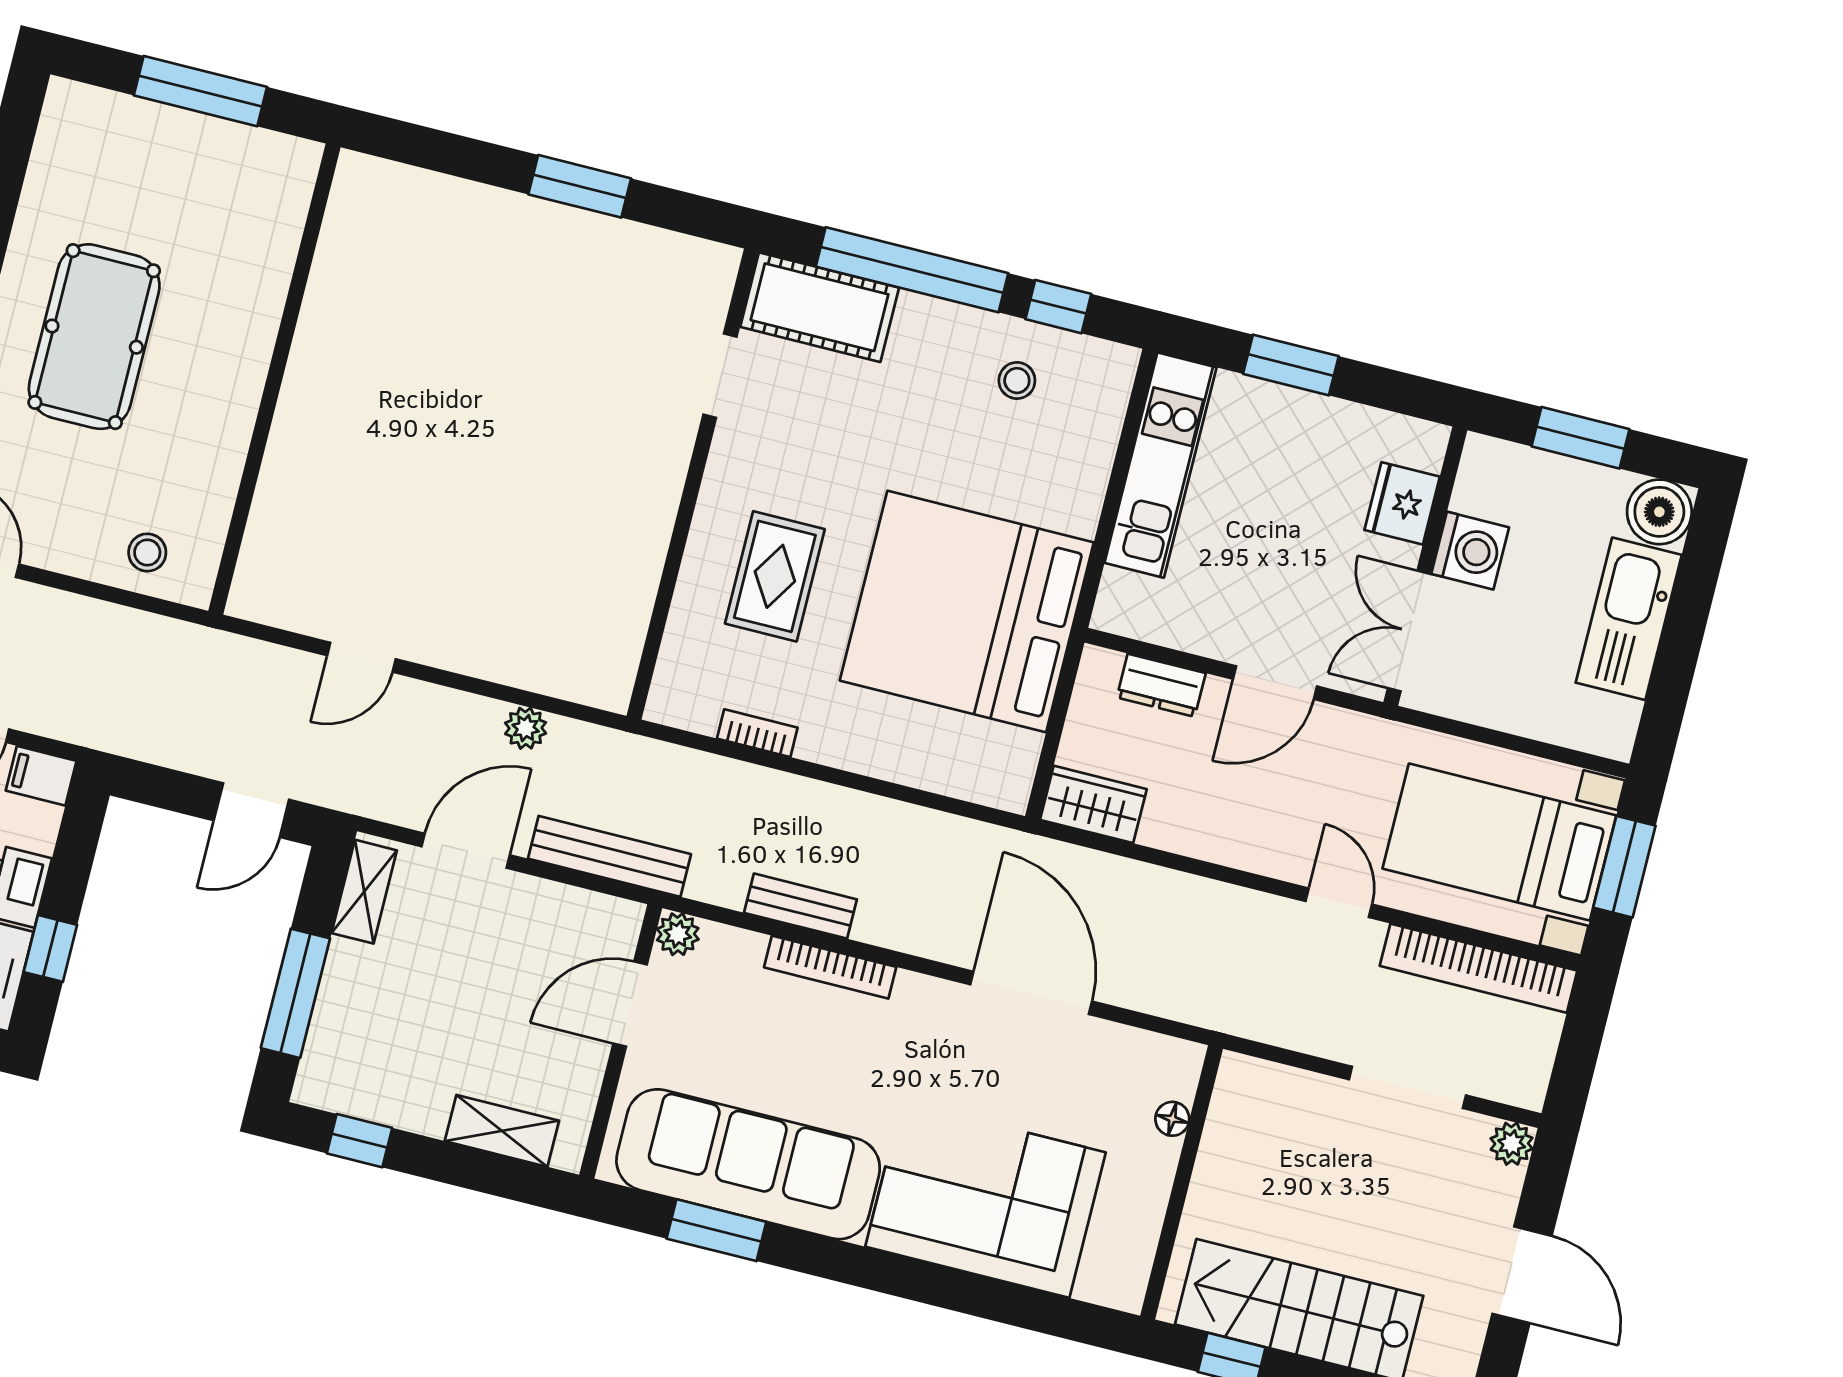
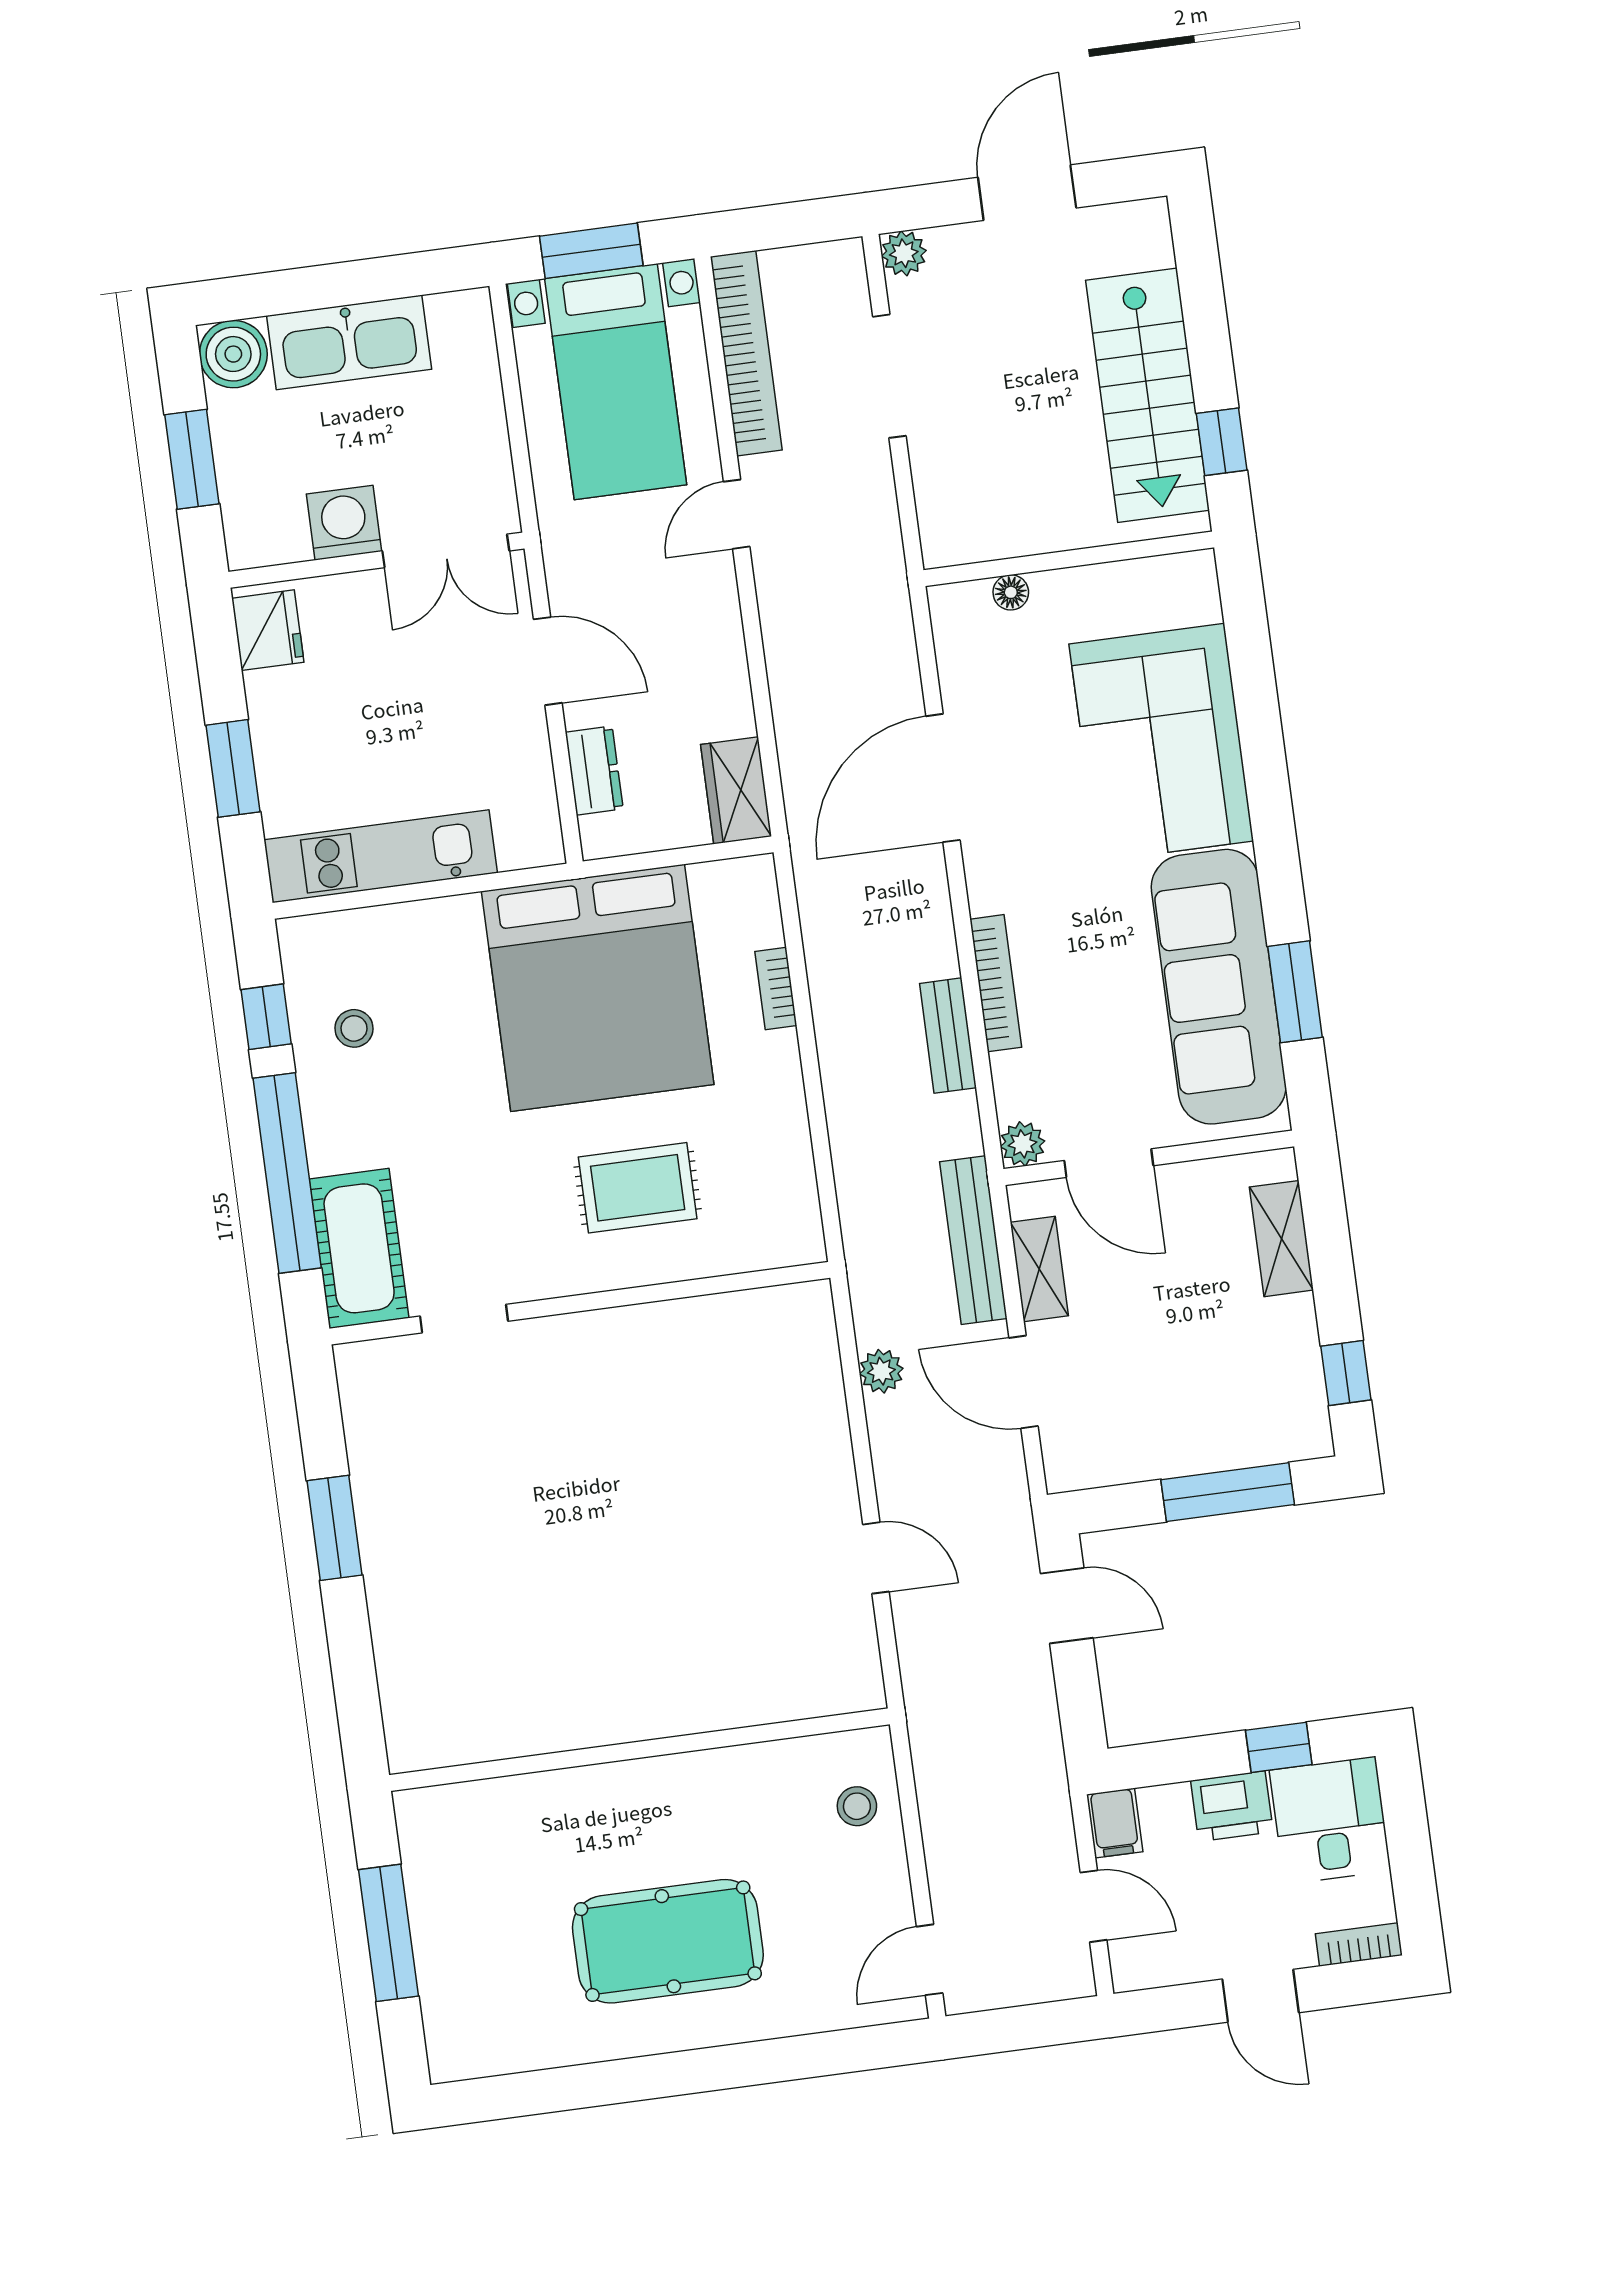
fridge: (1402, 503) -> (268, 630), moved, turned -90
bookcase: (757, 733) -> (776, 988), moved
shelving: (364, 892) -> (1039, 1269), moved, turned 90

